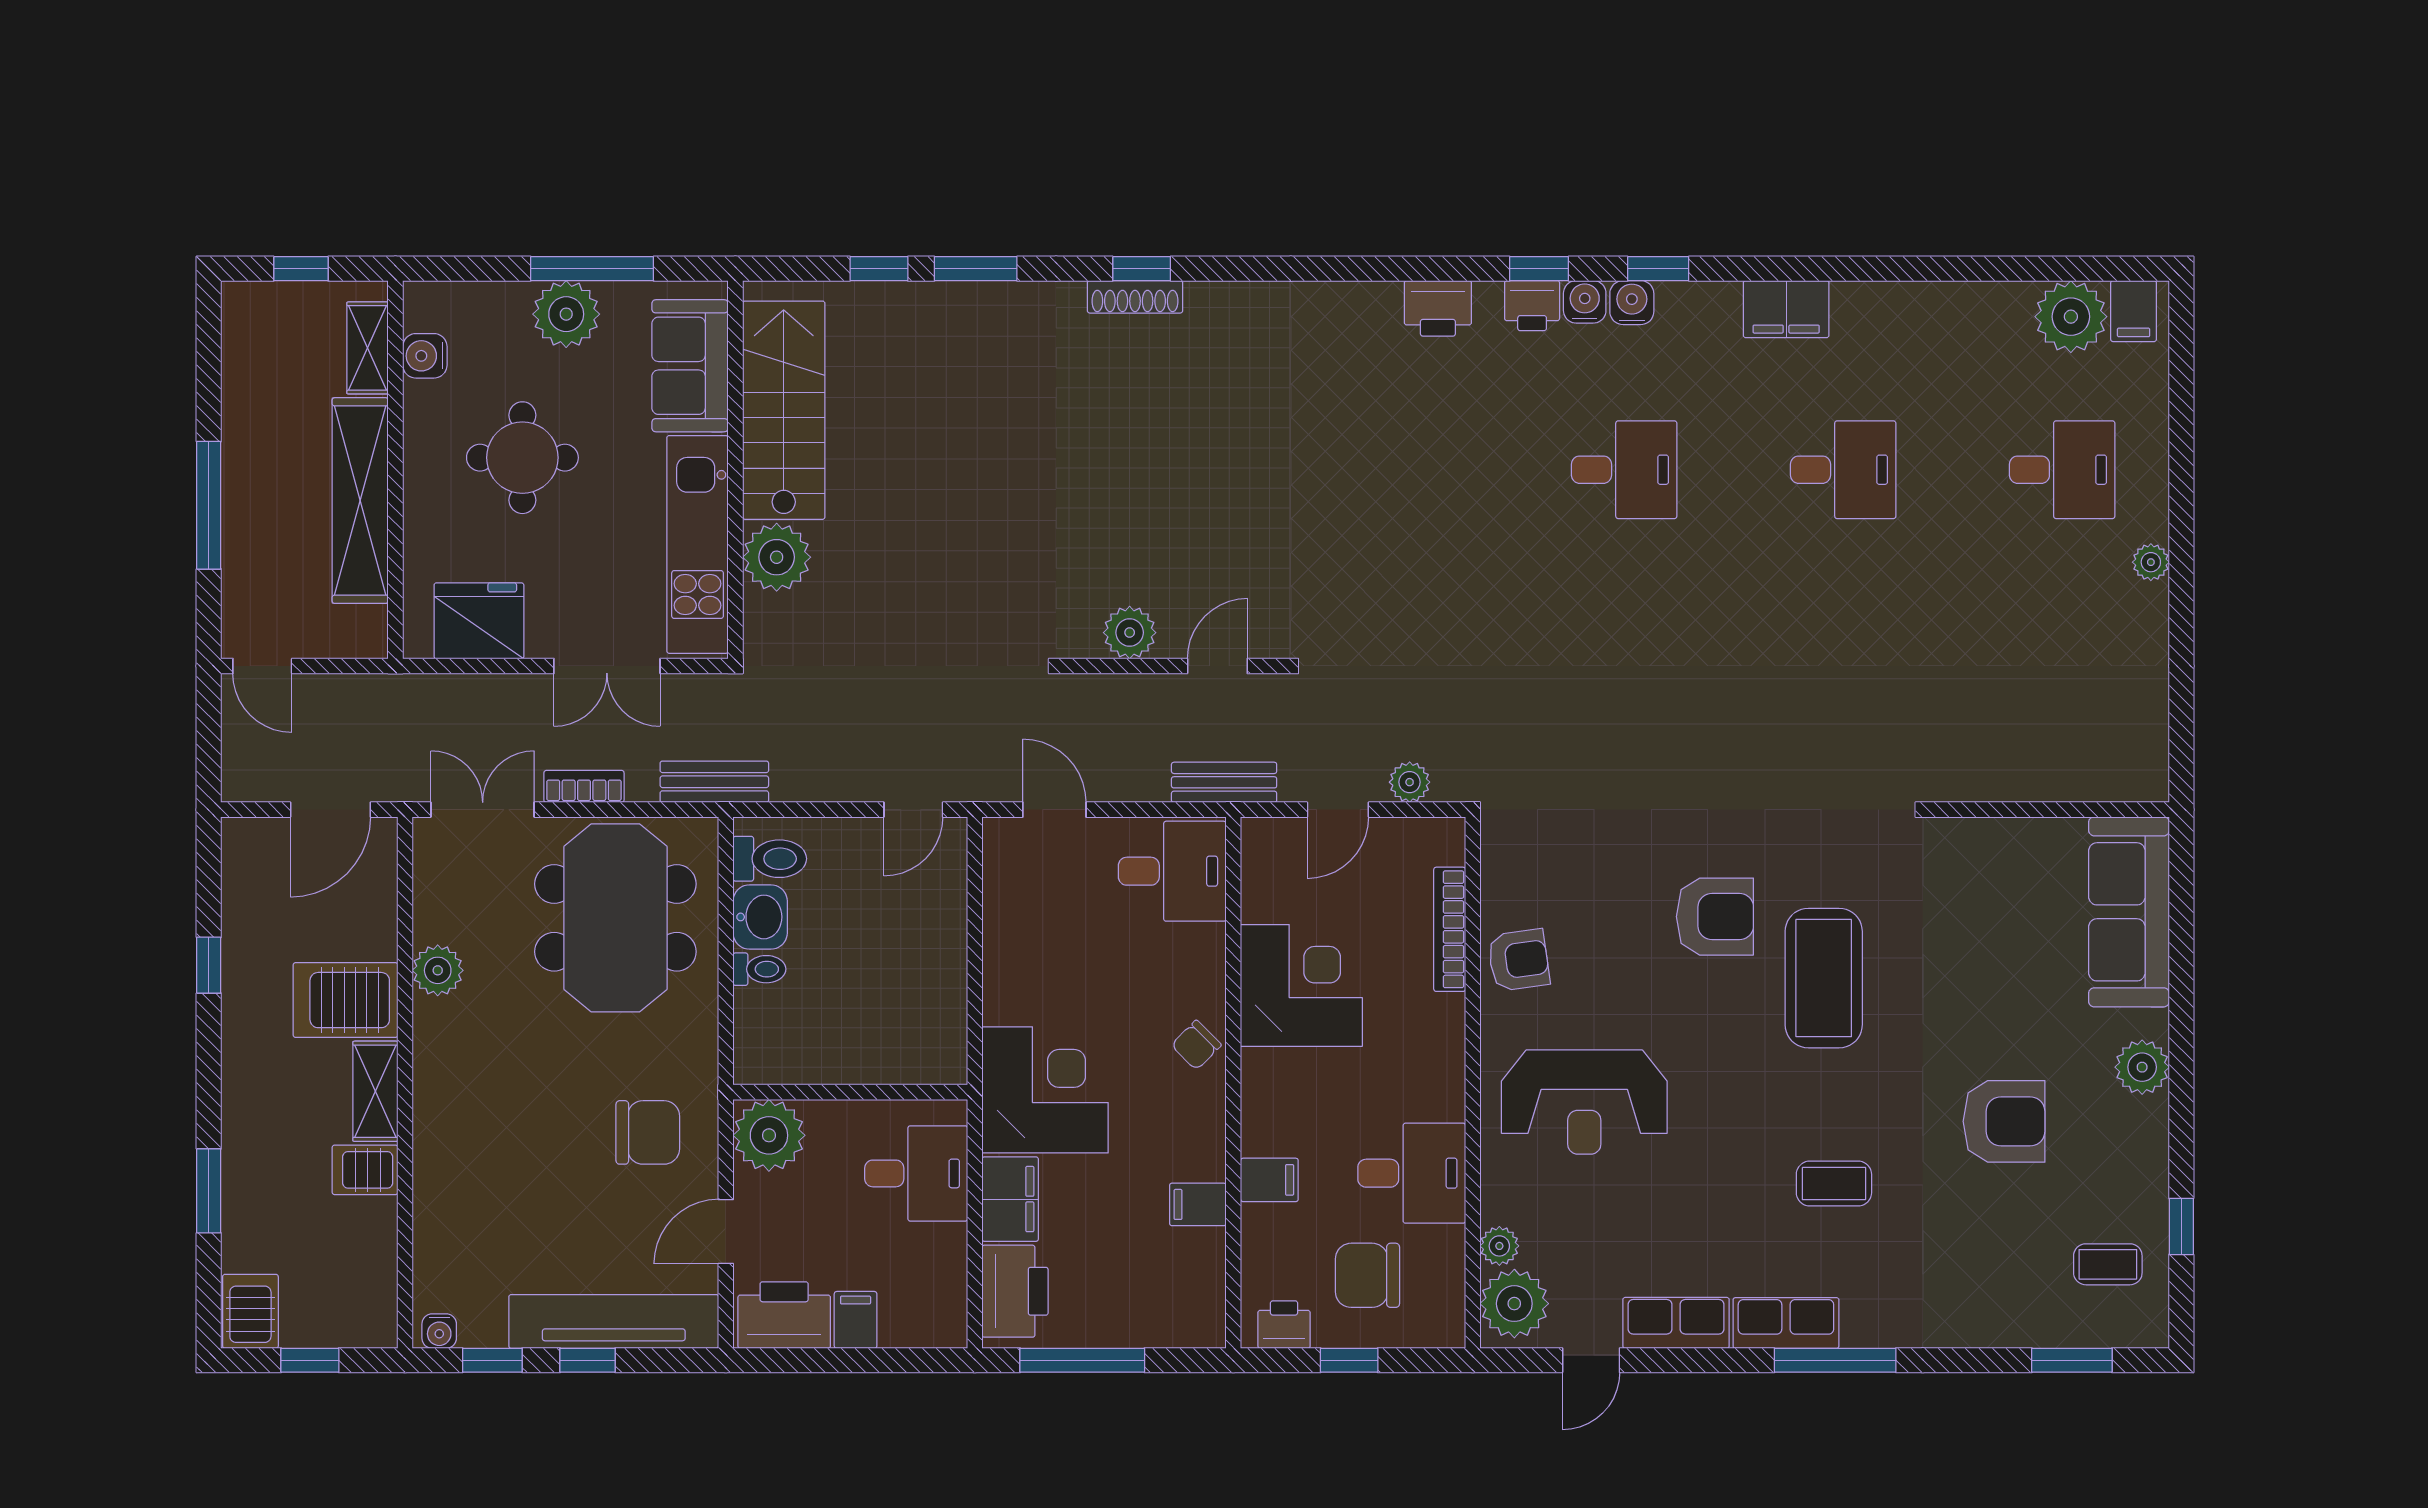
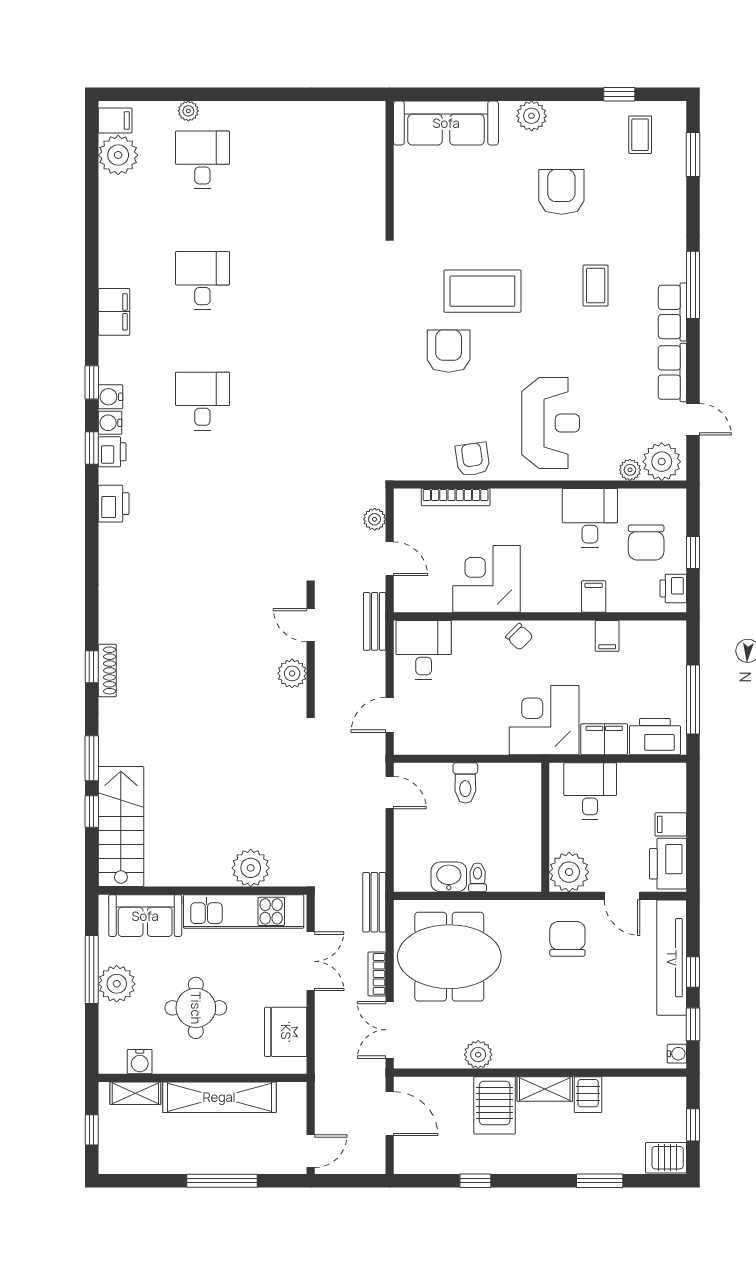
stairs: (784, 410) -> (121, 827), moved, turned 90
plant: (2151, 562) -> (188, 111), moved
toilet: (770, 859) -> (465, 783), moved, turned 180

